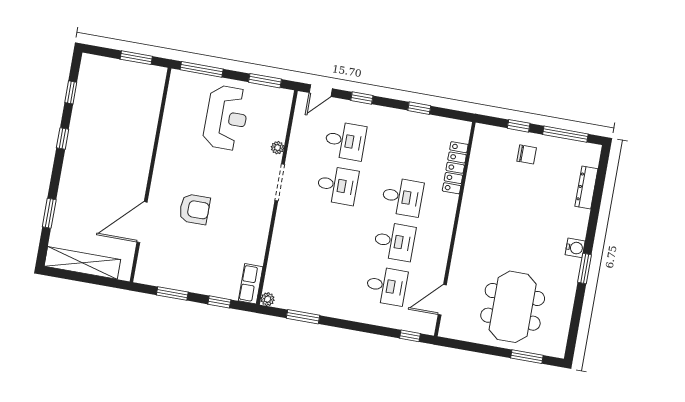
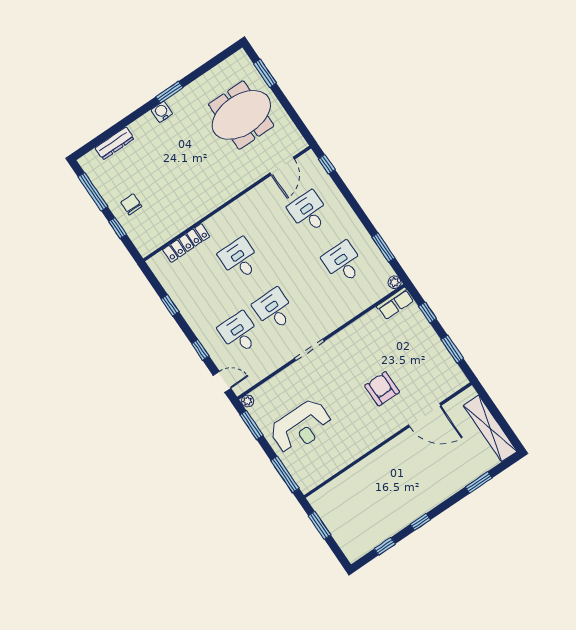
reception desk: (226, 118) -> (301, 427), turned 180
plant: (277, 148) -> (248, 401), moved
desk: (394, 241) -> (343, 263), moved
door: (442, 300) -> (282, 166), hinge flipped

